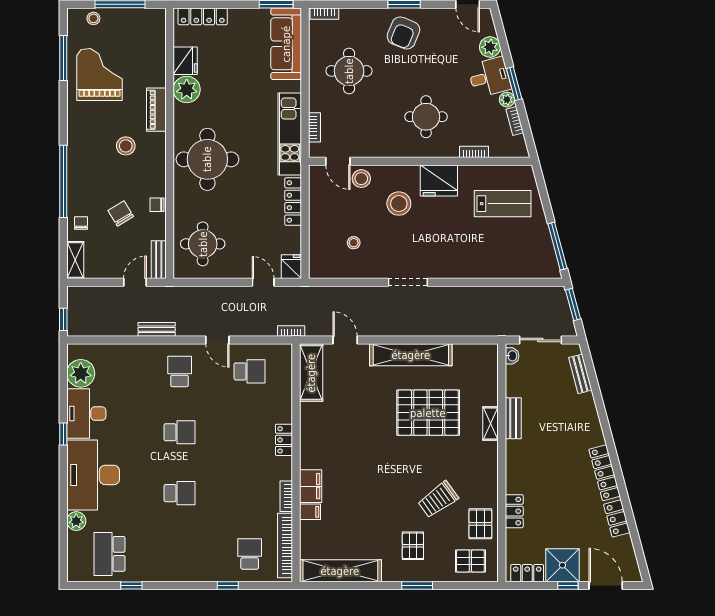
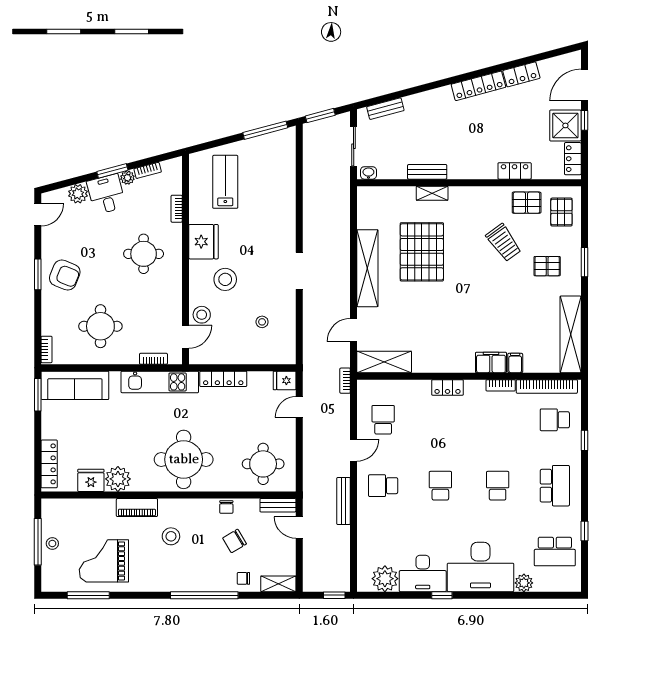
stool: (93, 18) -> (52, 544), moved
bench: (157, 329) -> (344, 501), width x1.36
school desk: (180, 554) -> (555, 486), added

